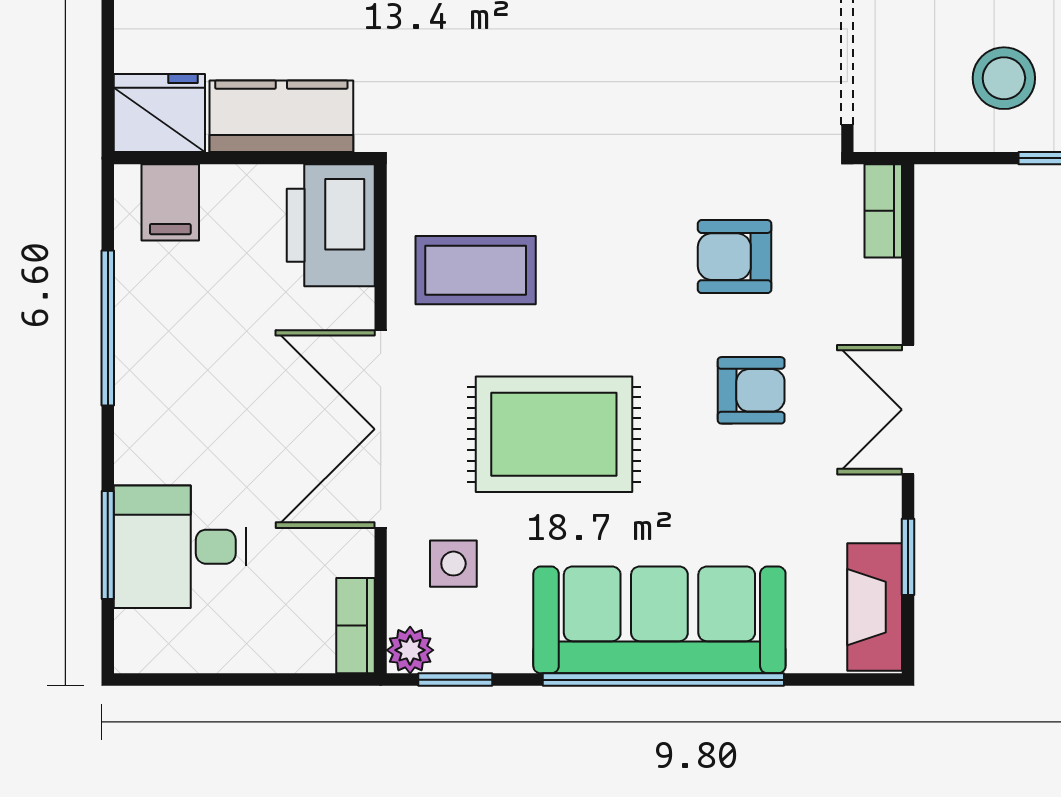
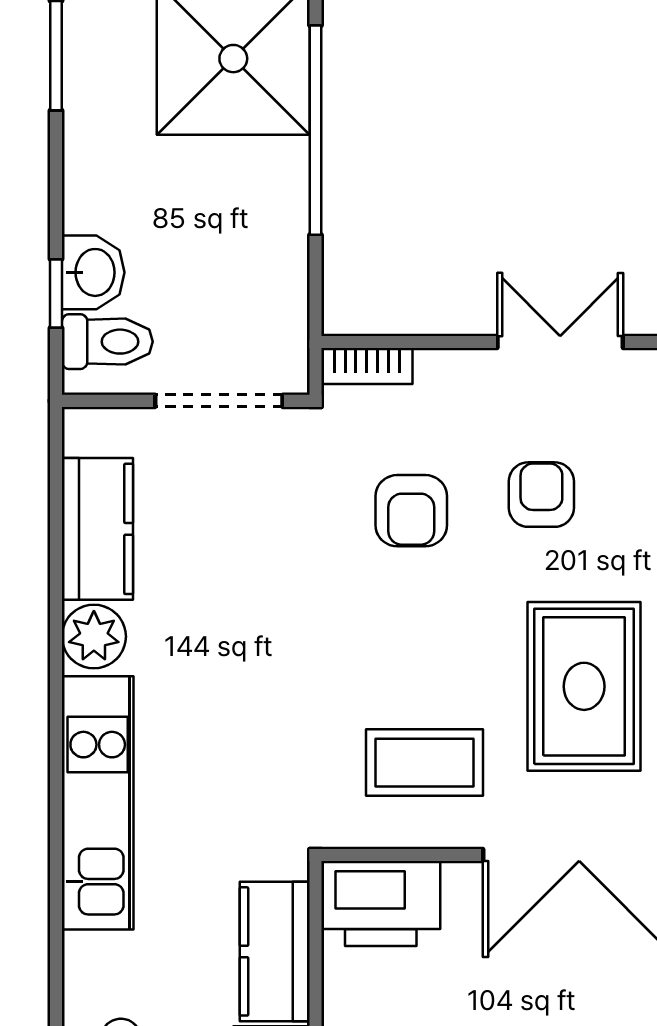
stool: (1004, 78) -> (238, 249), removed
coffee table: (476, 270) -> (425, 763), turned 90
double door: (908, 410) -> (560, 342), swing flipped

